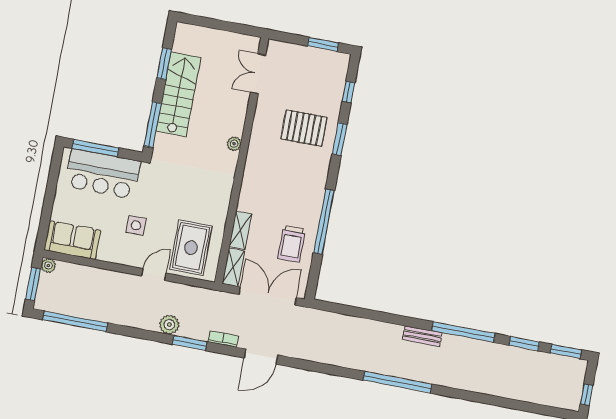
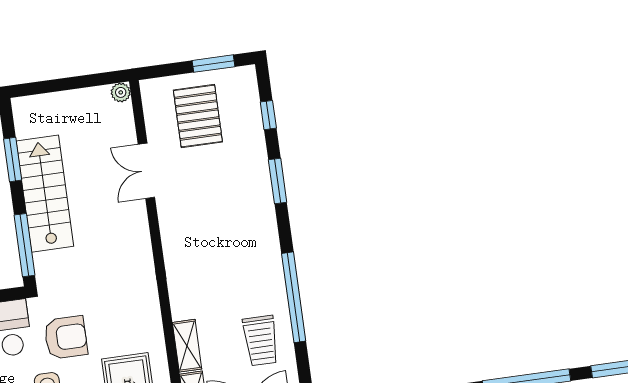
double door: (258, 74) -> (146, 171), moved
pallet: (304, 128) -> (198, 116), moved, turned 90
plant: (234, 144) -> (121, 92), moved
armchair: (160, 197) -> (66, 337), added

